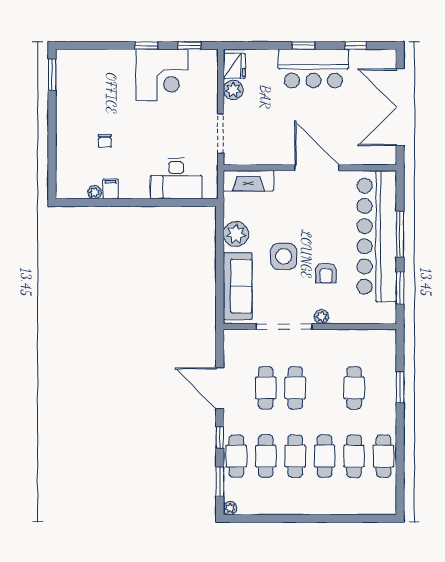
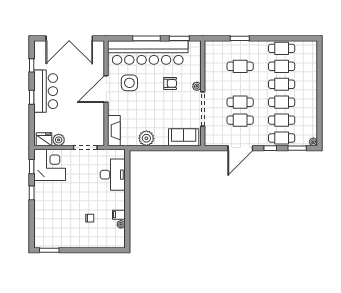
corner desk: (162, 75) -> (50, 165), moved
side table: (284, 256) -> (129, 83), moved
sofa: (238, 286) -> (184, 137), width x0.73

